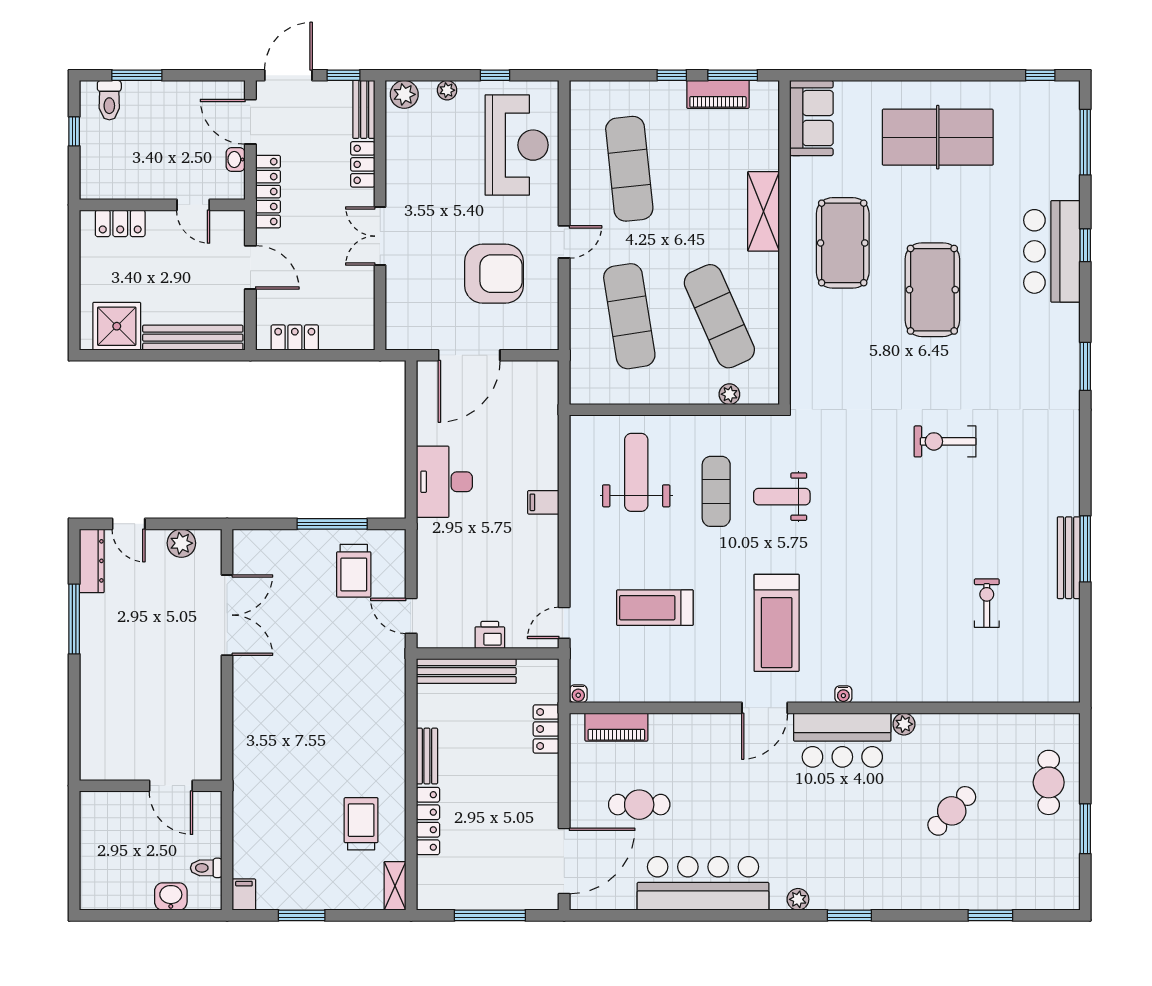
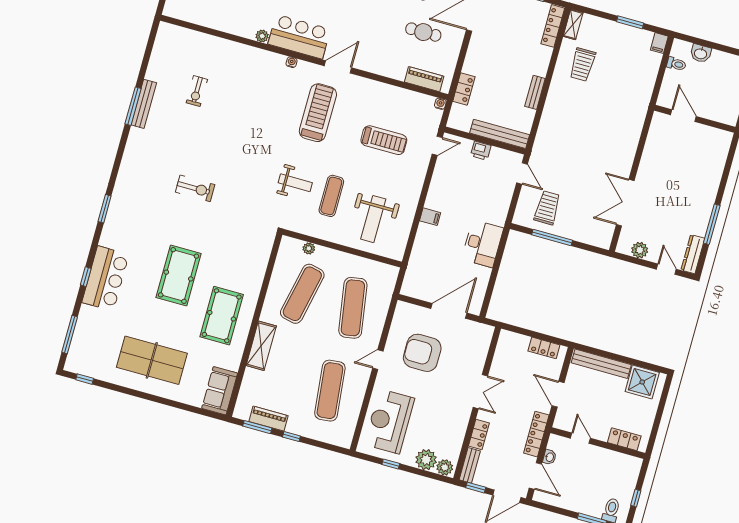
plant: (447, 90) -> (426, 460), width x1.88, depth x1.88
exercise mat: (719, 316) -> (302, 294), turned 36
locker: (428, 821) -> (553, 26), moved

